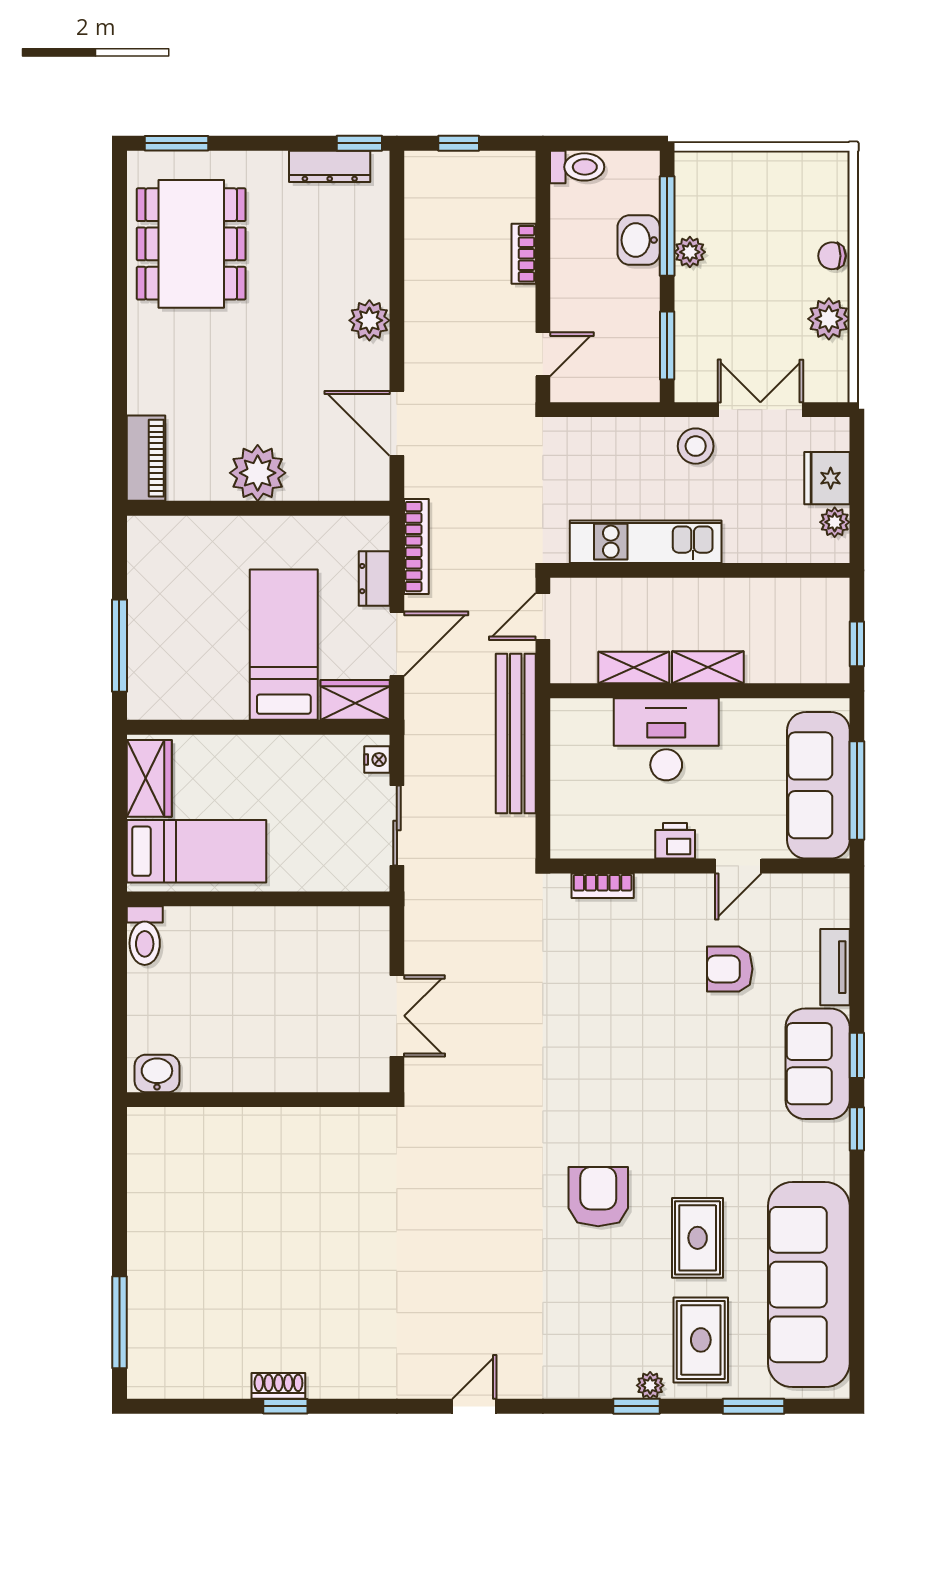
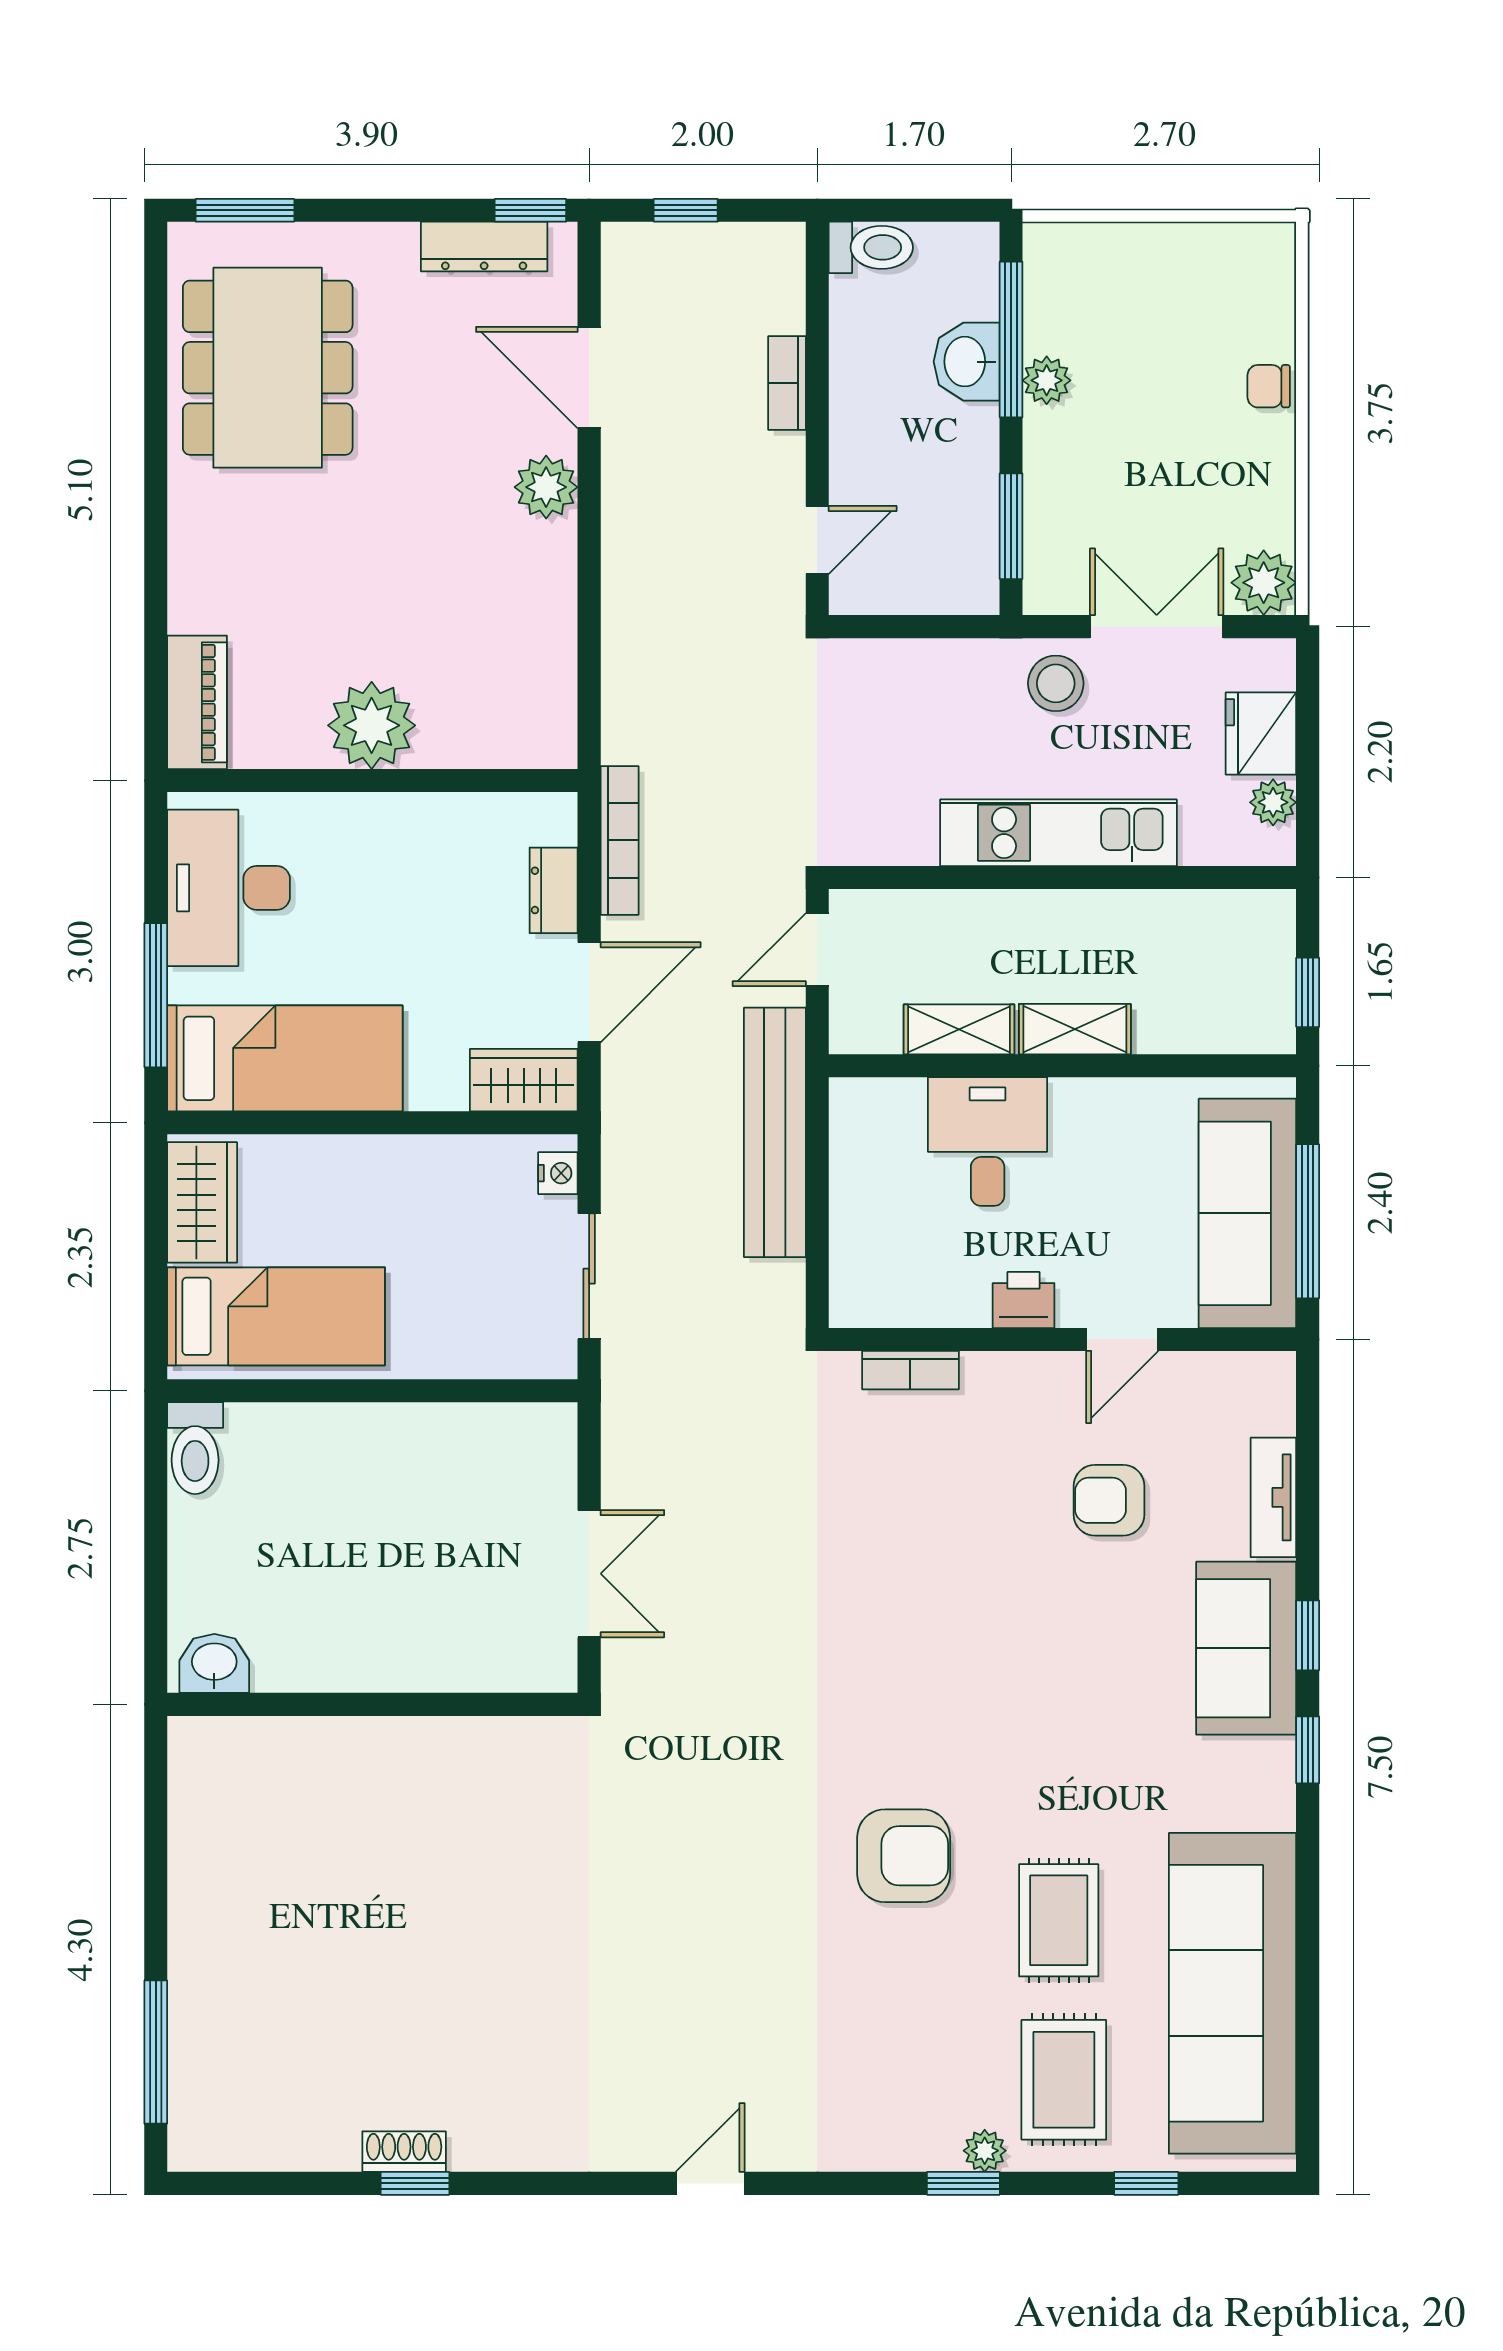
plant: (829, 319) -> (1264, 583), moved
door: (397, 423) -> (589, 378), moved
kitchen unit: (646, 542) -> (1058, 833), moved
desk: (166, 577) -> (229, 888), added
bed: (284, 645) -> (285, 1058), moved, turned 90
desk: (666, 739) -> (988, 1141), width x0.73
armchair: (598, 1197) -> (904, 1856), turned 90
window: (754, 1406) -> (1146, 2183), width x0.67

